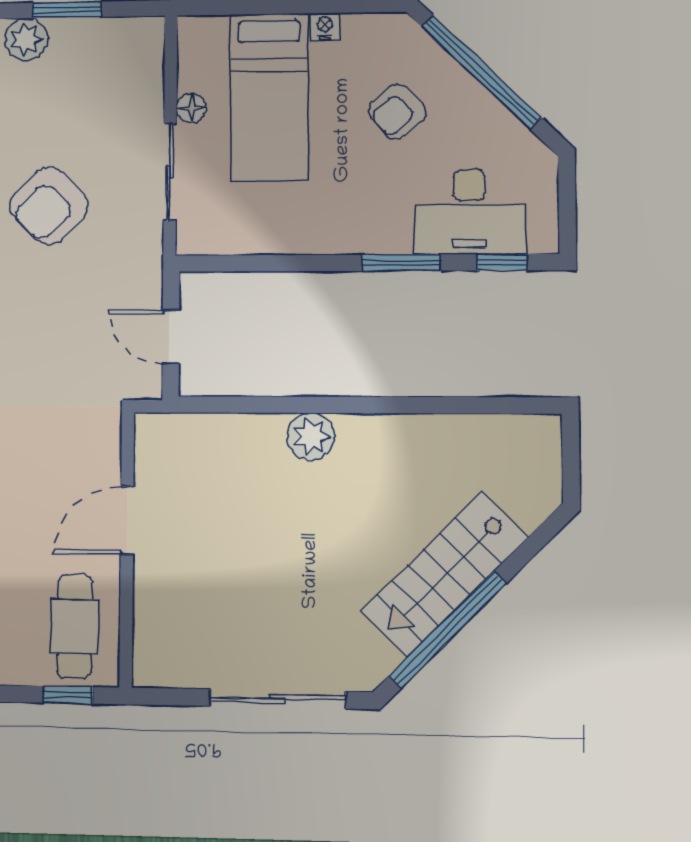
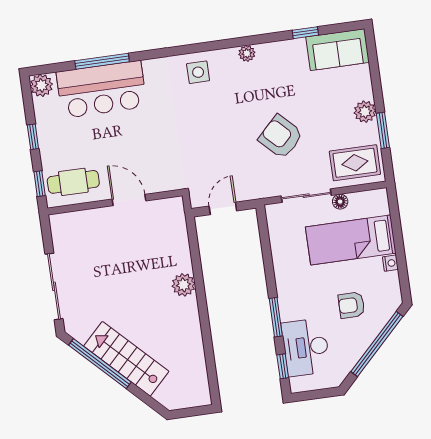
rug: (121, 70) -> (355, 163), added
armchair: (397, 112) -> (351, 305), turned -49

